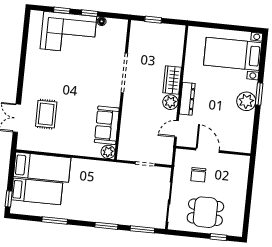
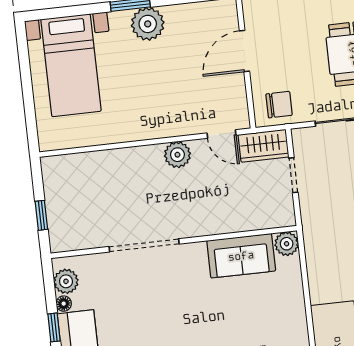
plant: (114, 25) -> (66, 281), added
wardrobe: (172, 80) -> (263, 146), moved
dresser: (187, 99) -> (165, 127), removed
door: (208, 150) -> (244, 51), moved
chair: (198, 175) -> (279, 105), moved

